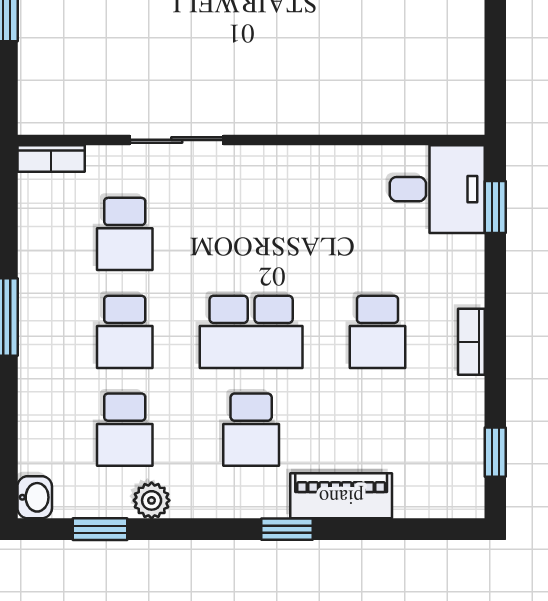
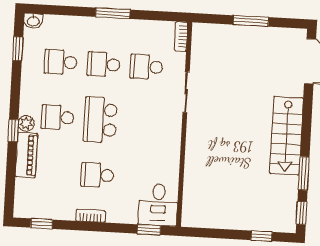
plant: (152, 500) -> (26, 123), moved

